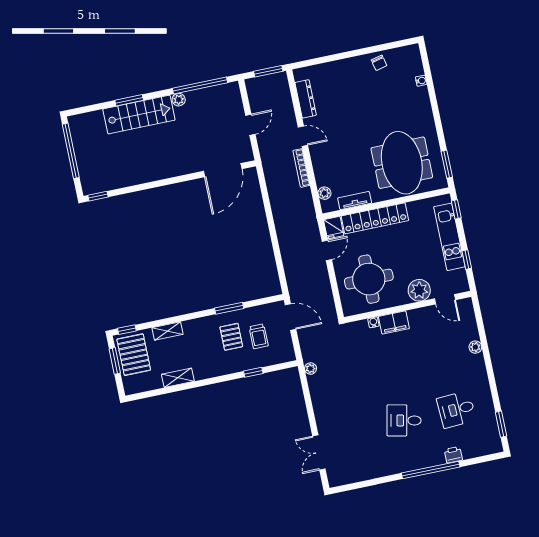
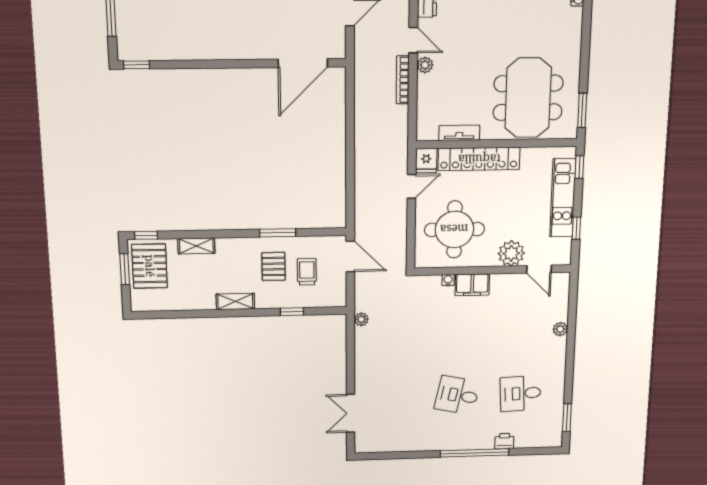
plant: (324, 193) -> (425, 65), moved
trolley: (259, 336) -> (307, 272), turned 180
shelving: (178, 378) -> (235, 301), moved

